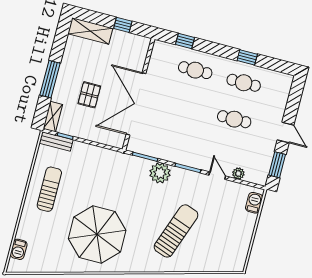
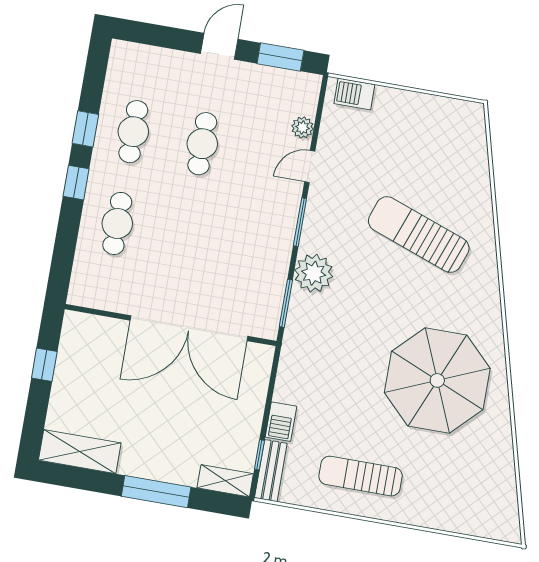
shelving: (90, 31) -> (80, 452), moved, turned 90
window: (185, 41) -> (76, 183), moved
pallet: (89, 95) -> (179, 416), removed
barbecue: (19, 249) -> (281, 422), moved, turned 90

